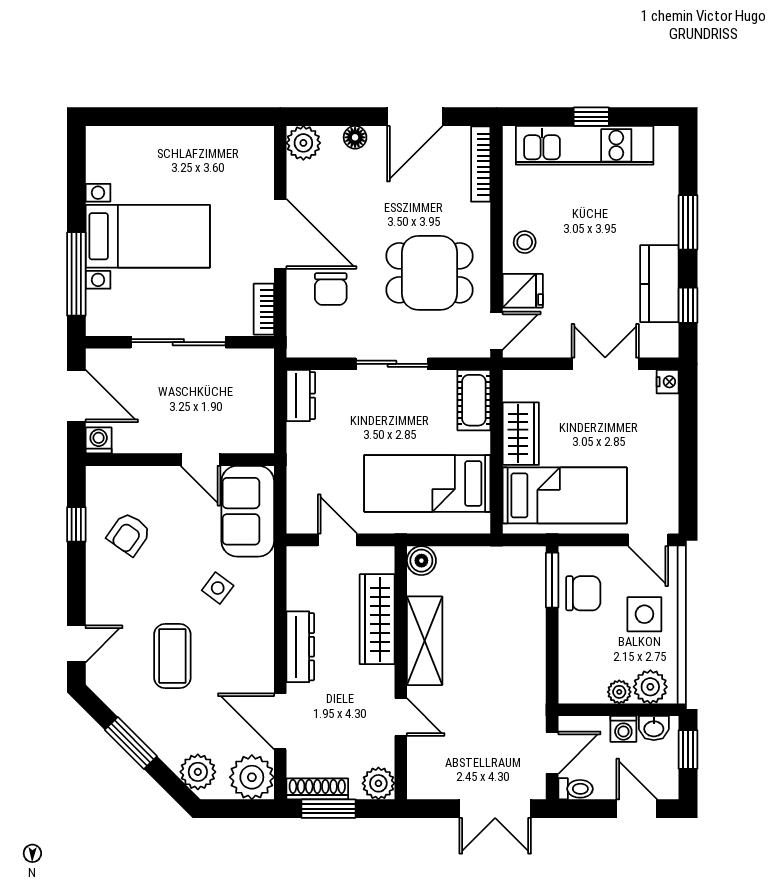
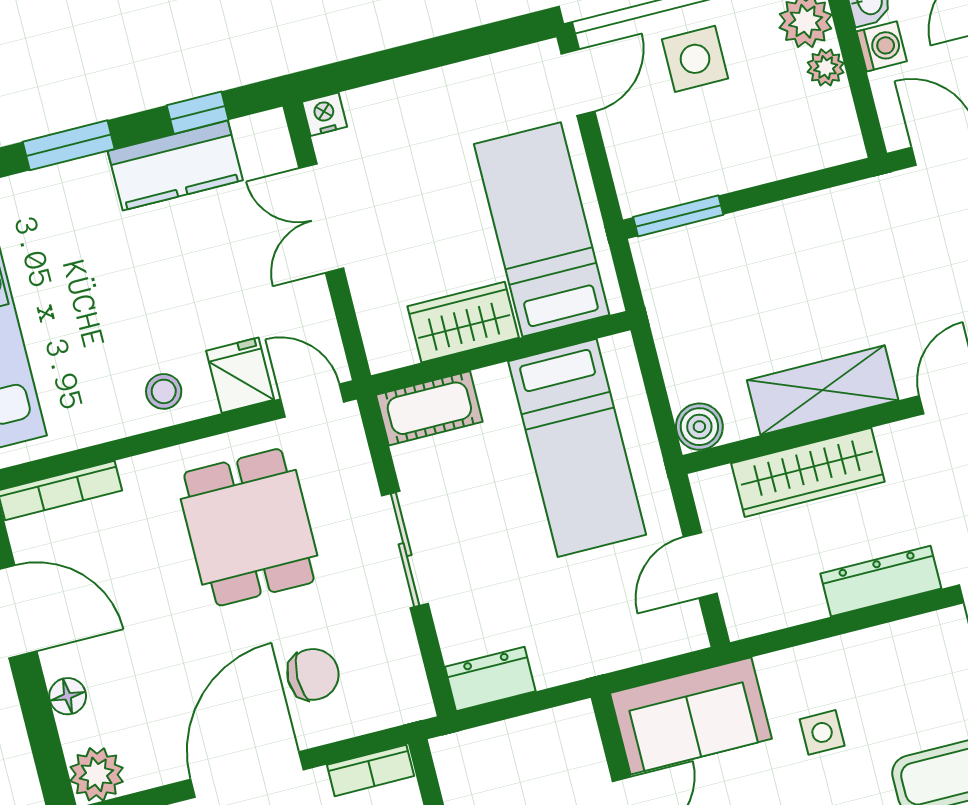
side table: (218, 588) -> (822, 732), turned -37
chair: (583, 593) -> (687, 162), removed

